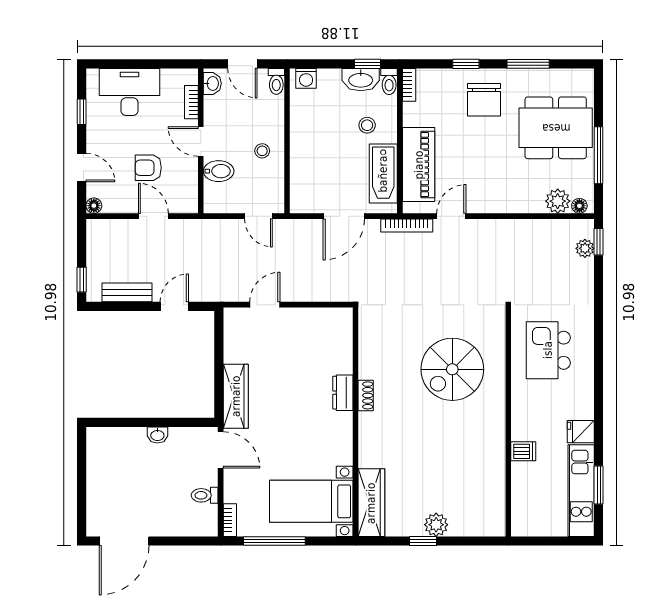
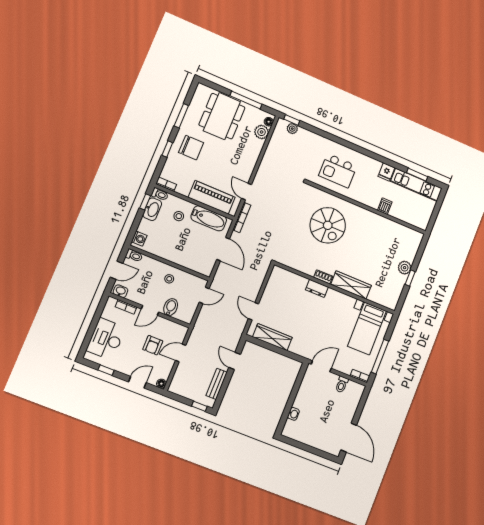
wardrobe: (236, 396) -> (272, 337), moved
washbasin: (157, 435) -> (293, 414), moved
wardrobe: (371, 503) -> (351, 285), moved

